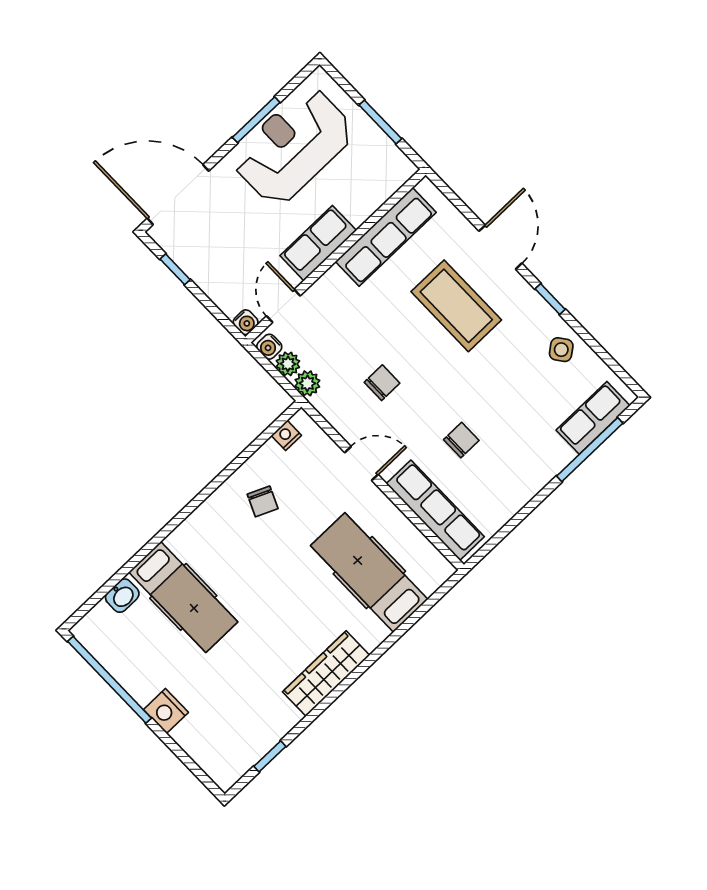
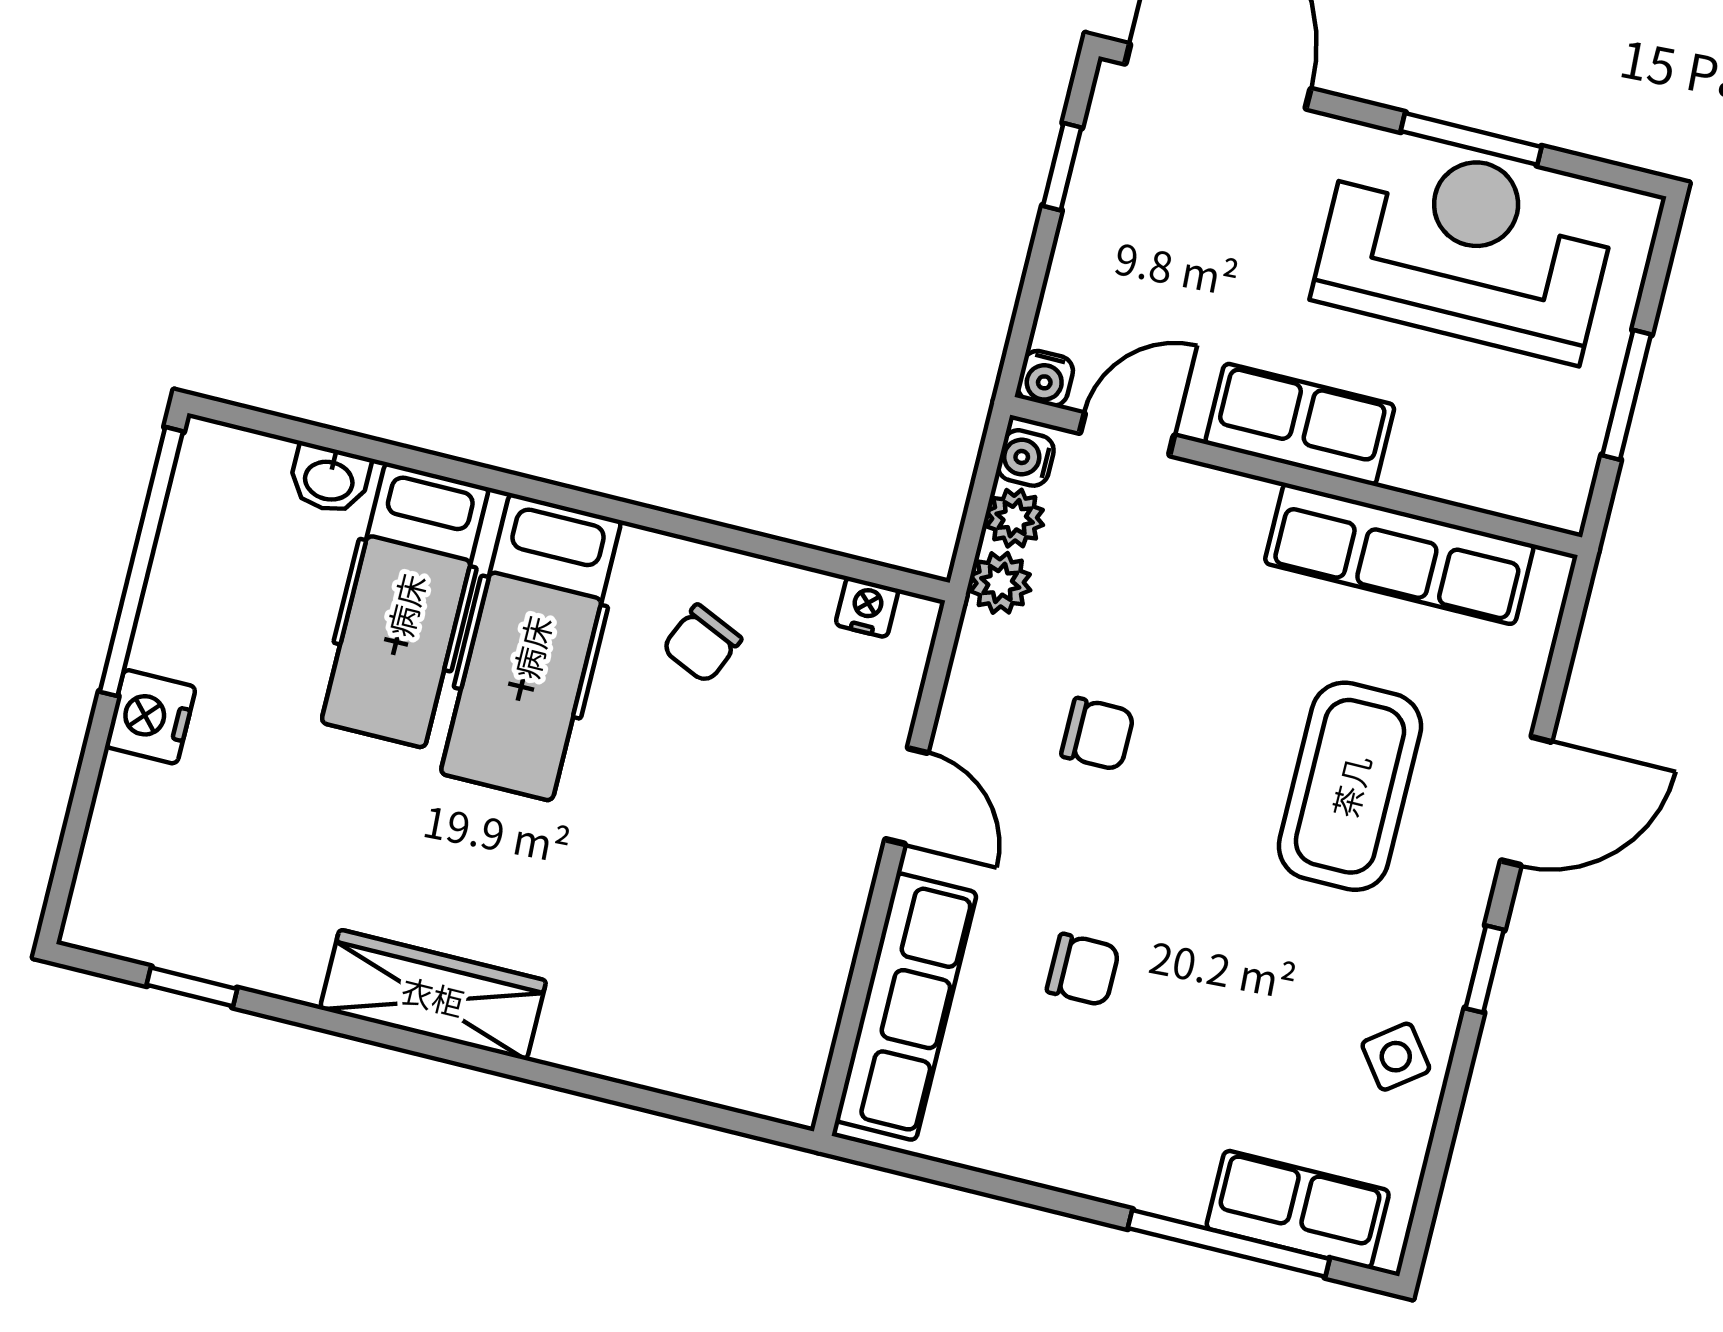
hospital bed: (369, 573) -> (531, 647), moved, turned 180

